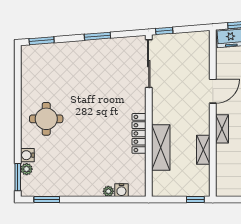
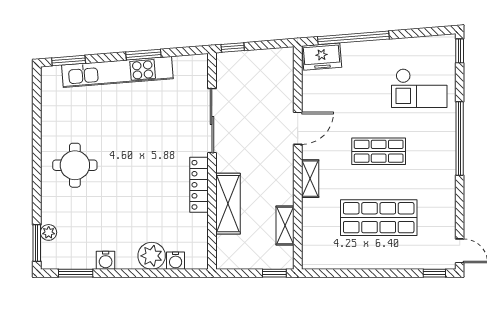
kitchen unit: (78, 49) -> (117, 72), added
sliding door: (149, 64) -> (212, 121), moved
shelving: (203, 150) -> (285, 226), moved
water cooler: (27, 155) -> (106, 260), moved, turned -90
plant: (108, 191) -> (152, 256), width x1.88, depth x1.88

